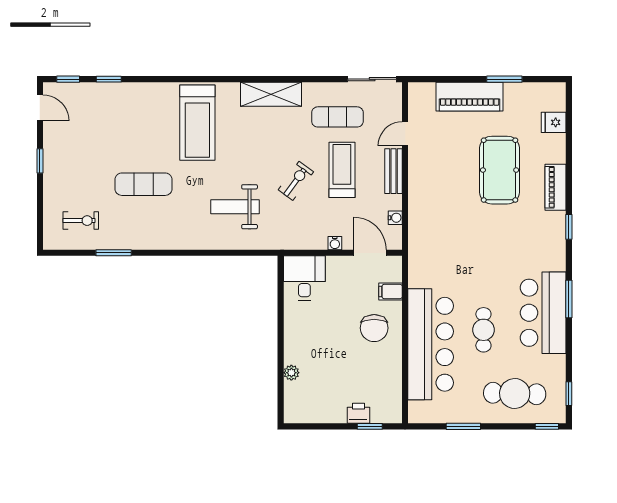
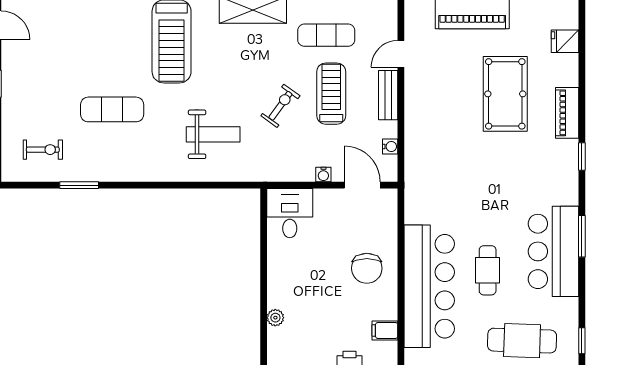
weight bench: (235, 207) -> (213, 134), turned 180
filing cabinet: (390, 292) -> (385, 330), moved

